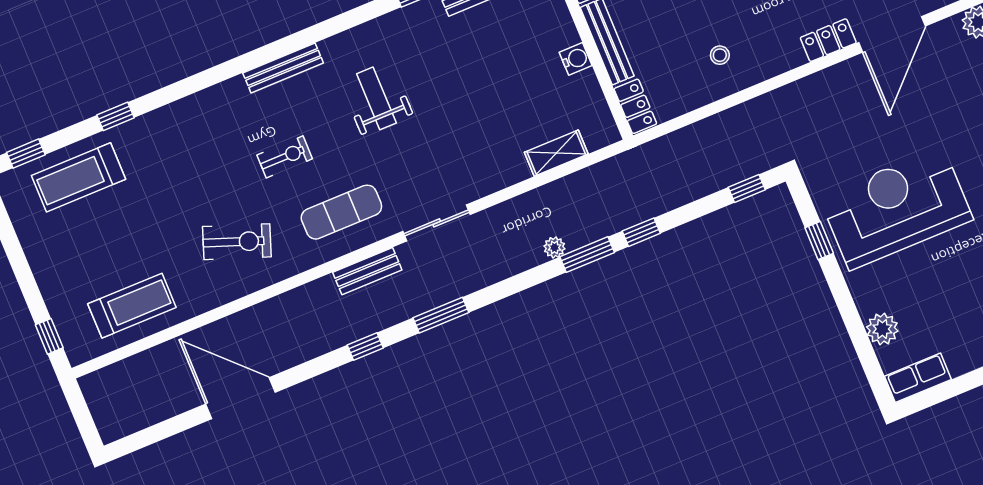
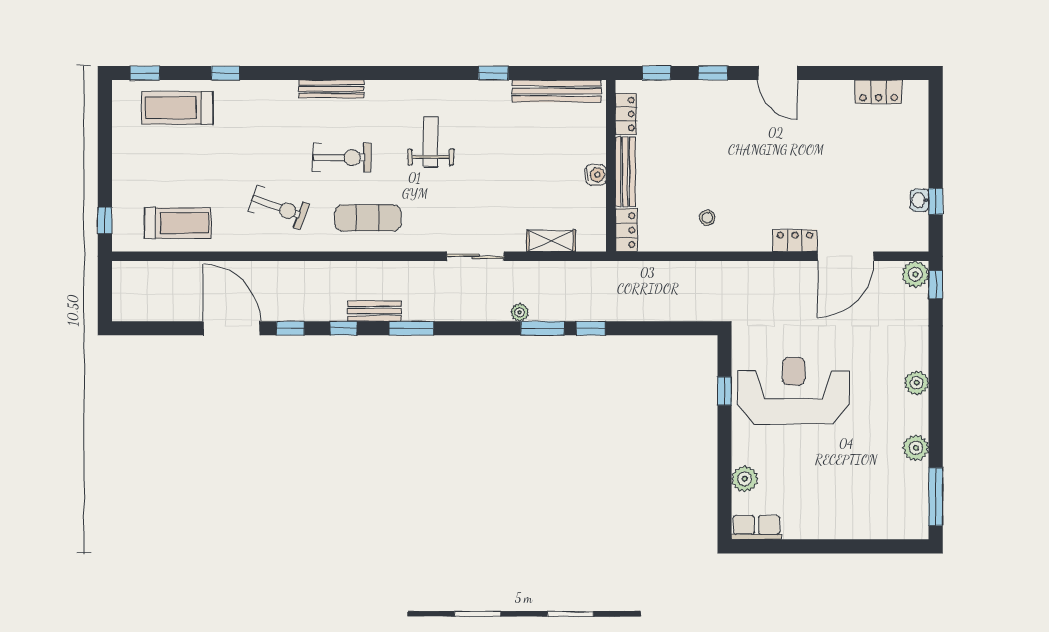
bench: (283, 68) -> (331, 89), moved
exercise bike: (285, 157) -> (342, 158), width x1.38, depth x1.39
window: (747, 188) -> (290, 328), moved
sliding door: (437, 223) -> (475, 256), moved
bench: (367, 271) -> (374, 311), moved

